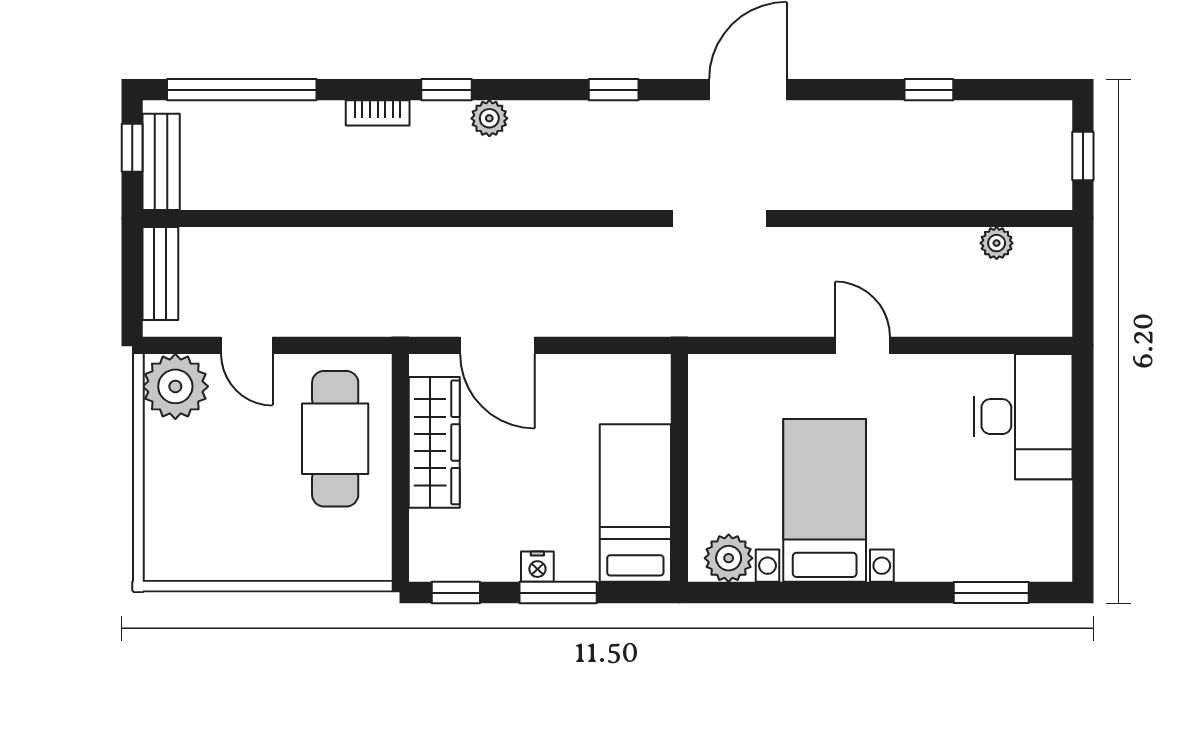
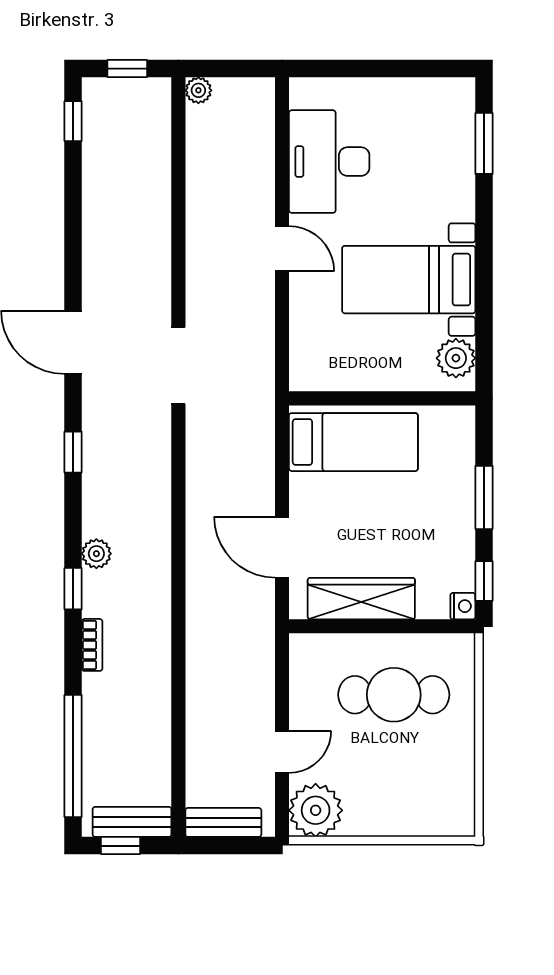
window: (929, 90) -> (73, 121), moved
plant: (997, 243) -> (198, 90), moved
door: (497, 345) -> (282, 547), swing flipped
door: (862, 345) -> (282, 249), swing flipped
desk: (1023, 417) -> (329, 162), moved, turned -90
cafe table: (335, 439) -> (394, 695), moved
bed: (635, 503) -> (353, 442), moved, turned 180
nightstand: (537, 567) -> (463, 606), moved

